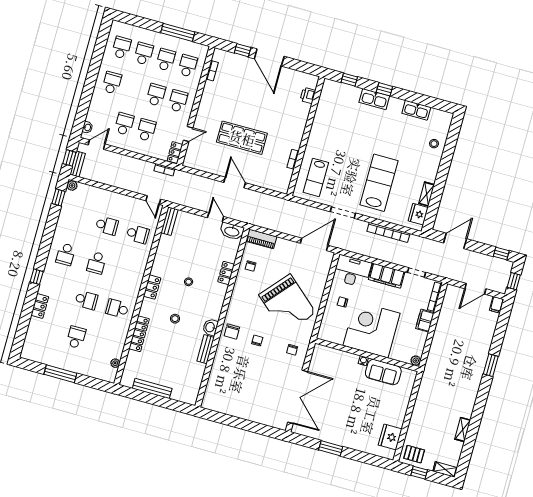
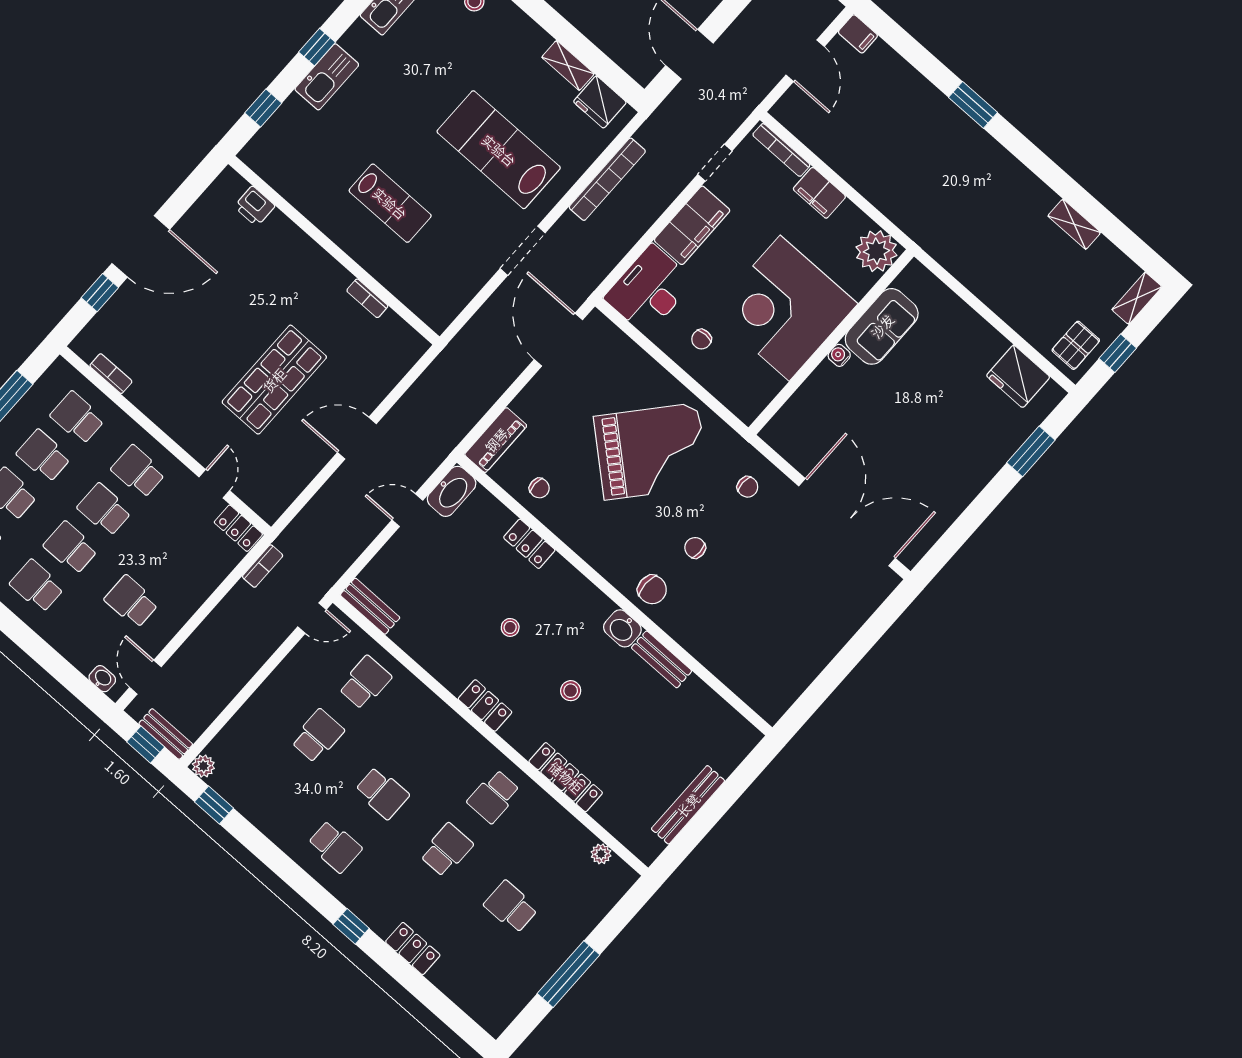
school desk: (146, 130) -> (71, 548), moved
lab bench: (316, 177) -> (390, 203), moved
plant: (416, 361) -> (876, 251), width x1.87, depth x1.87
window: (331, 448) -> (1031, 451), moved

